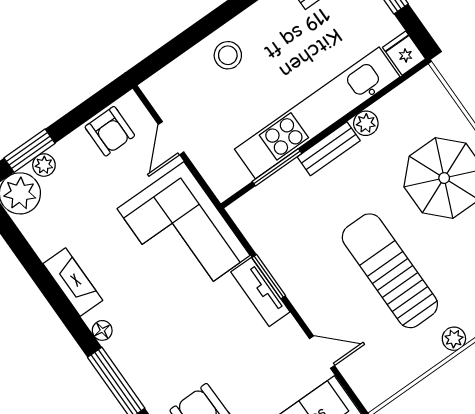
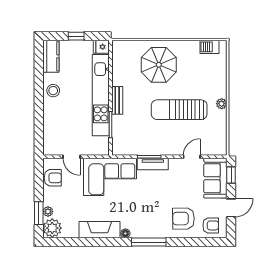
stool: (228, 55) -> (53, 91), moved
plant: (366, 123) -> (117, 80), removed
fireplace: (73, 282) -> (99, 230), width x1.37, depth x1.32

